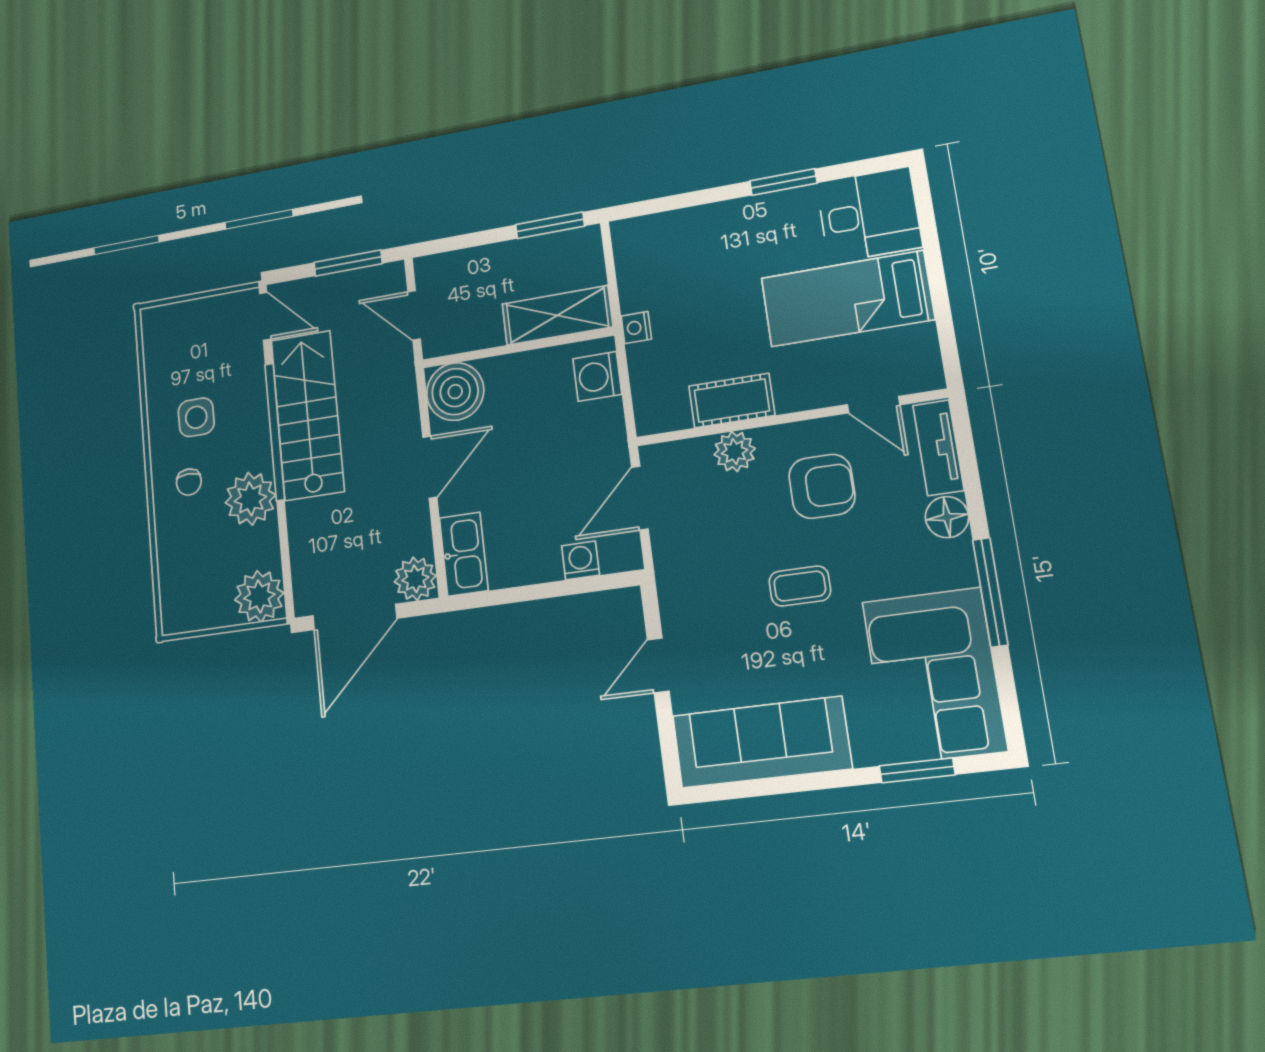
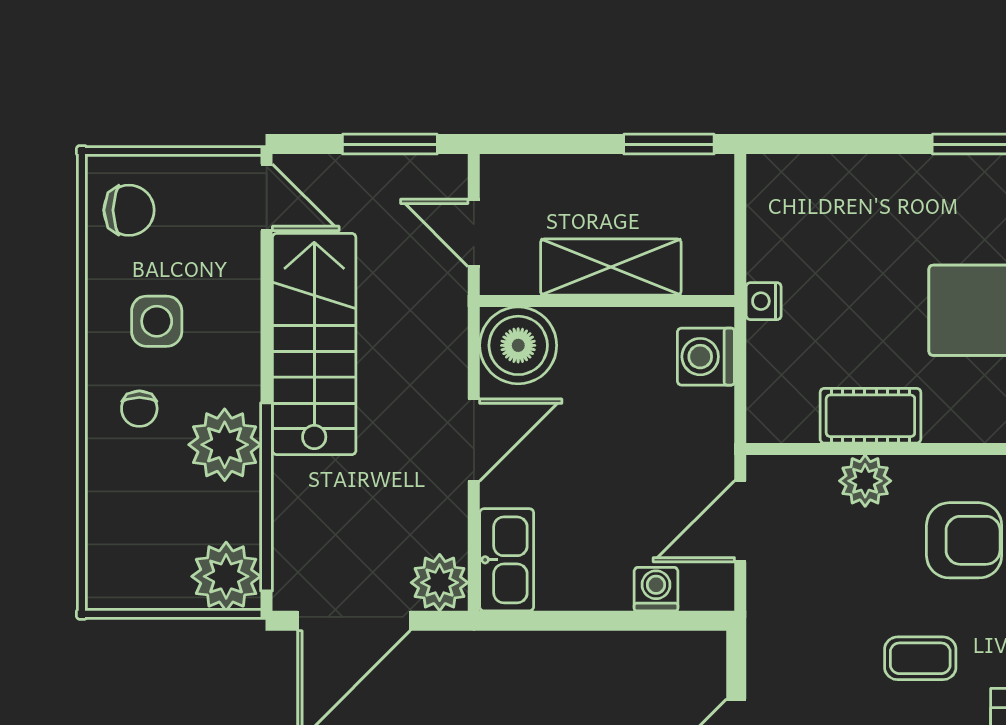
shelving: (557, 315) -> (611, 267), moved
chair: (172, 342) -> (129, 210), added
window: (275, 432) -> (267, 497), moved

